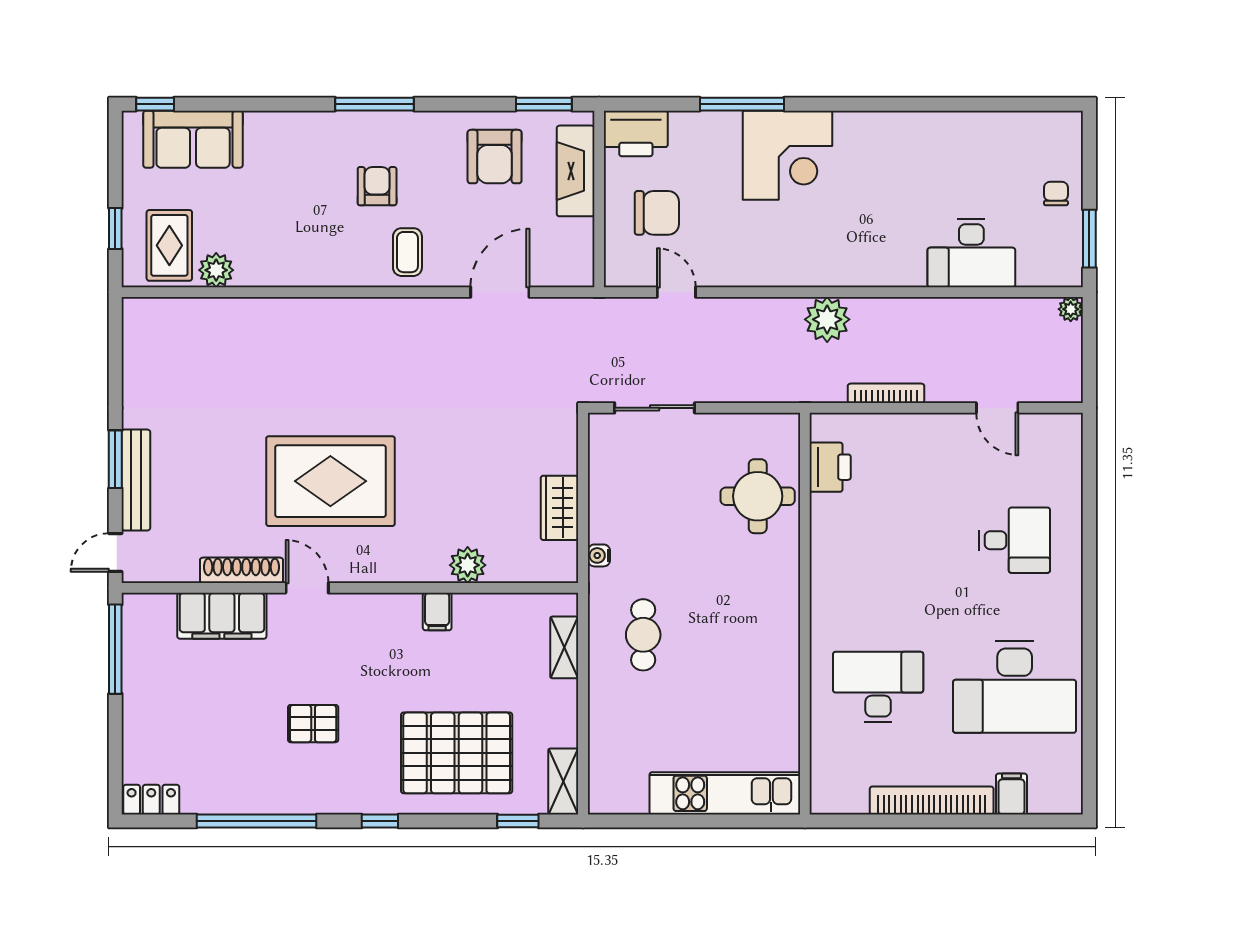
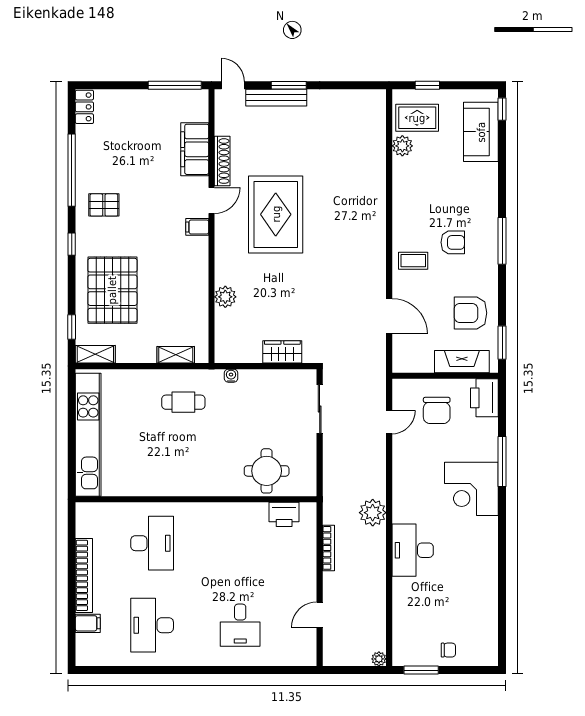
desk: (971, 253) -> (413, 550), moved
wardrobe: (560, 508) -> (282, 352), moved
filing cabinet: (437, 612) -> (197, 227), moved
desk: (1015, 687) -> (152, 625), width x0.73, depth x0.77
pallet: (313, 724) -> (104, 205), moved, turned 90
kitchen unit: (725, 793) -> (88, 435), width x1.36

